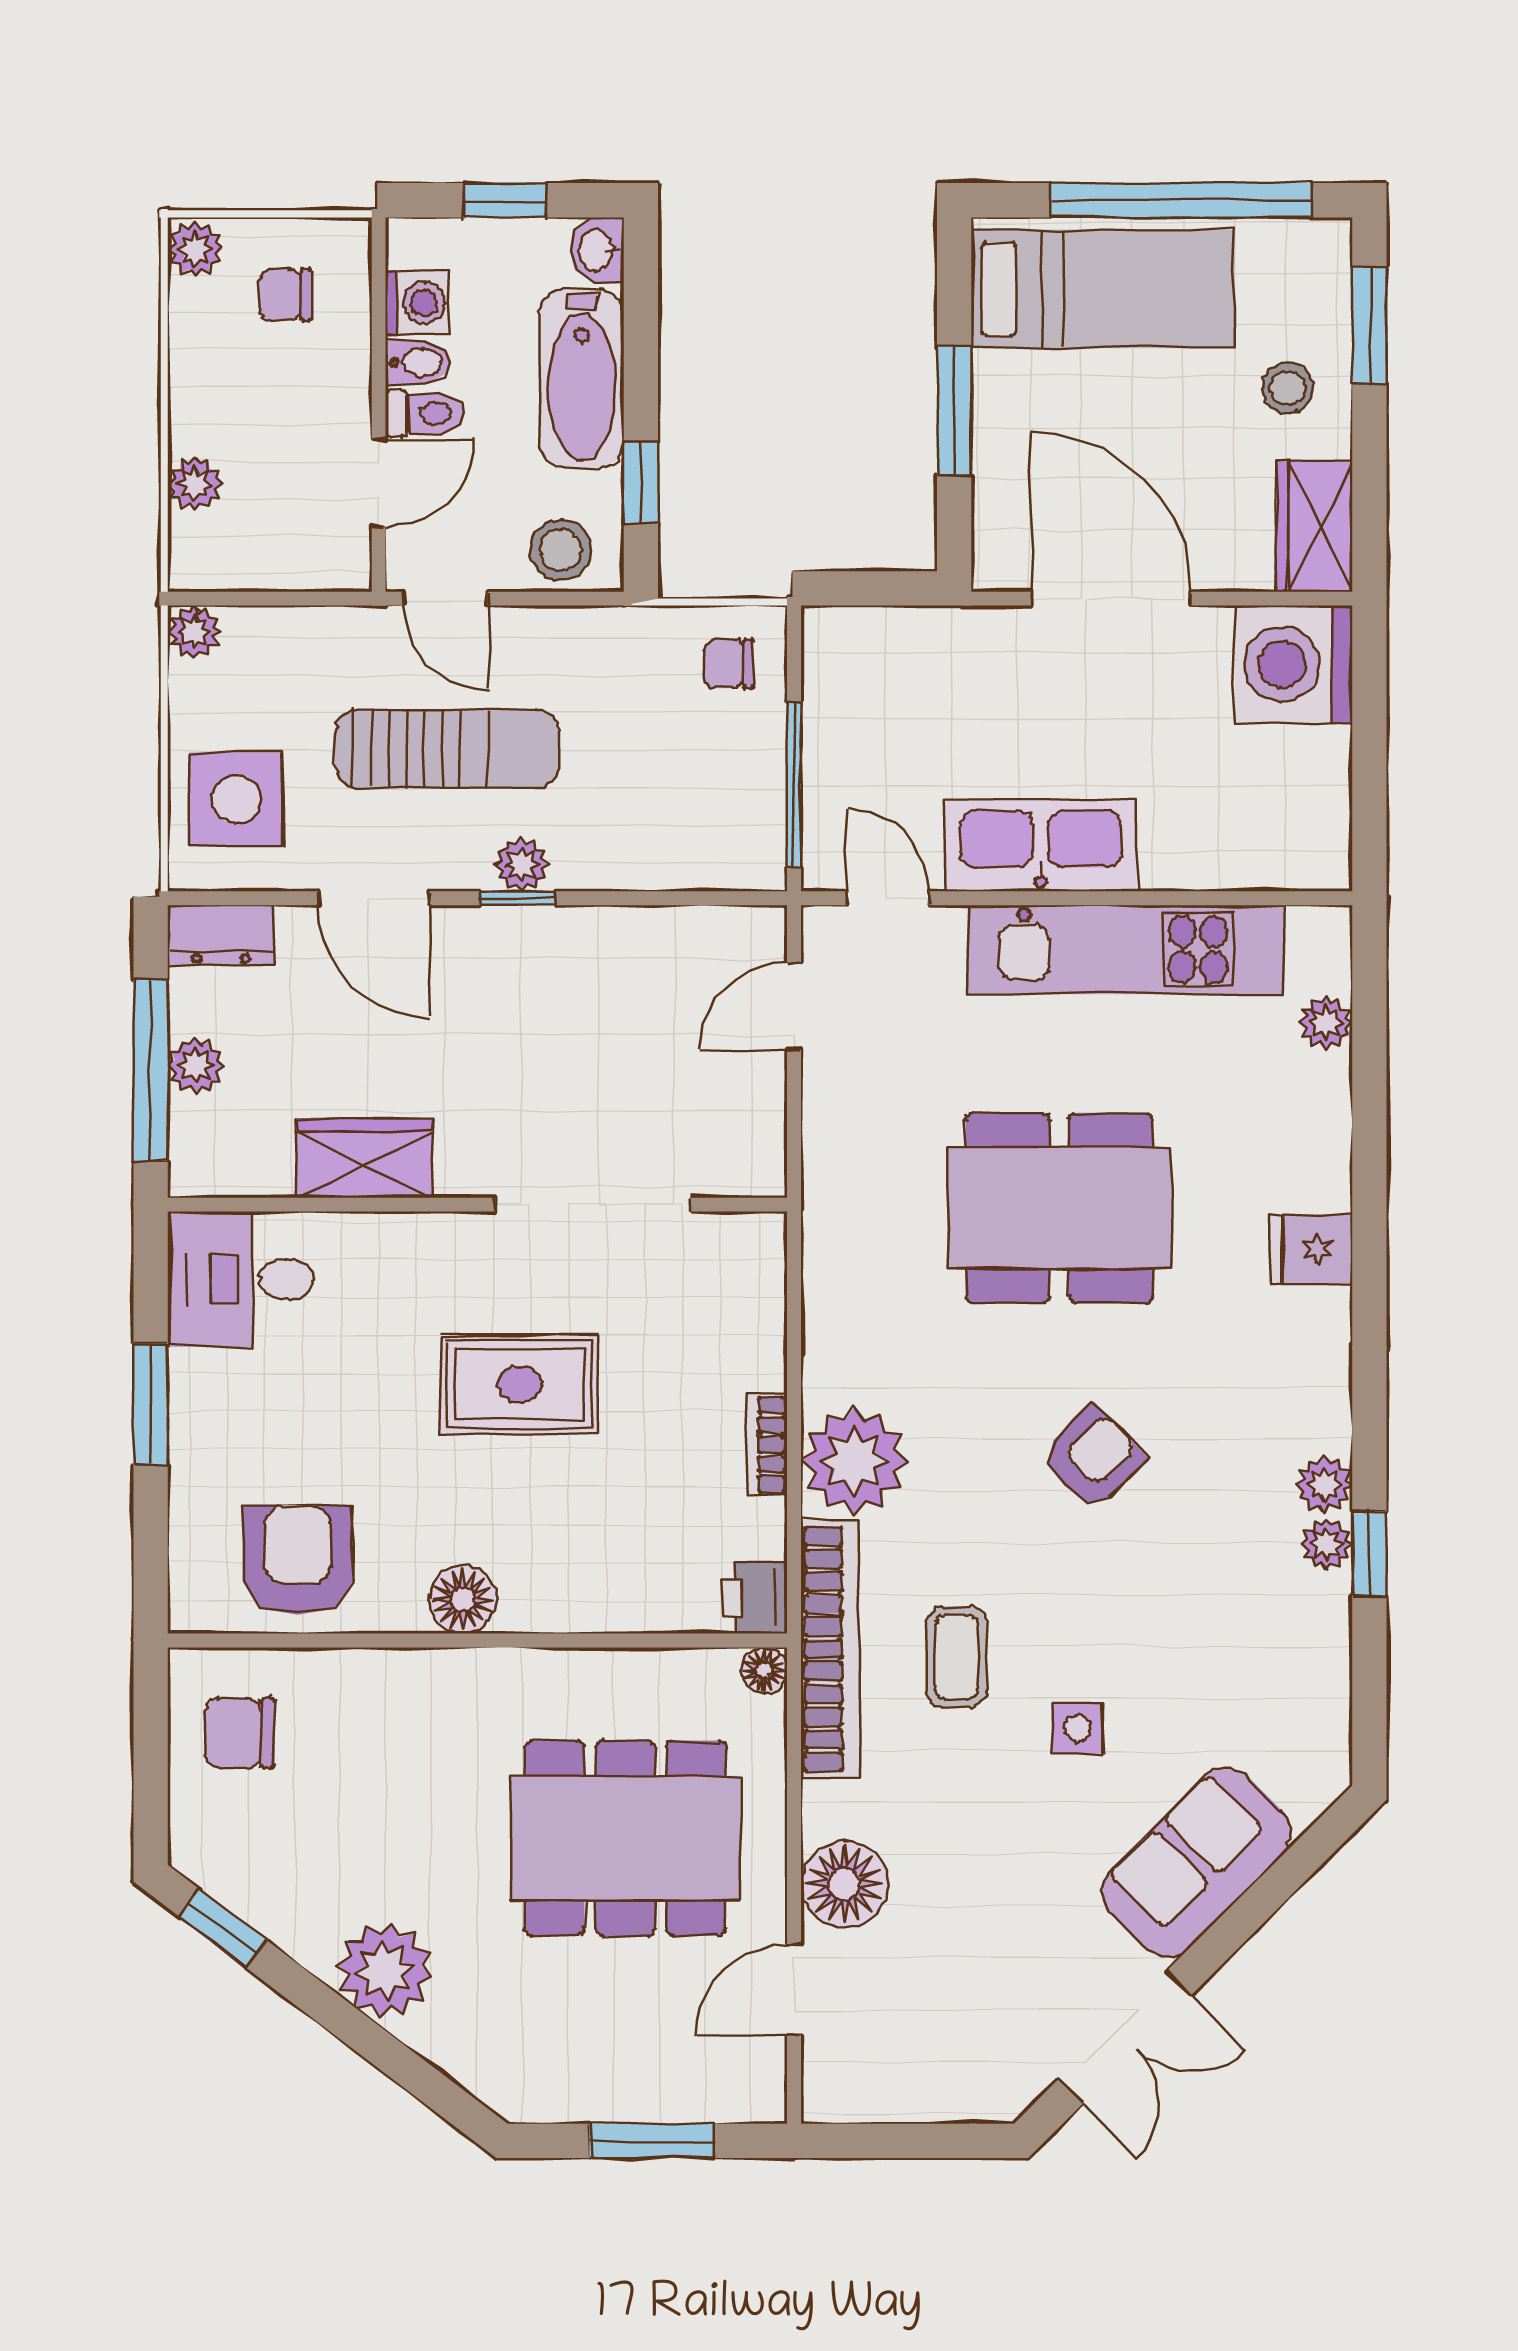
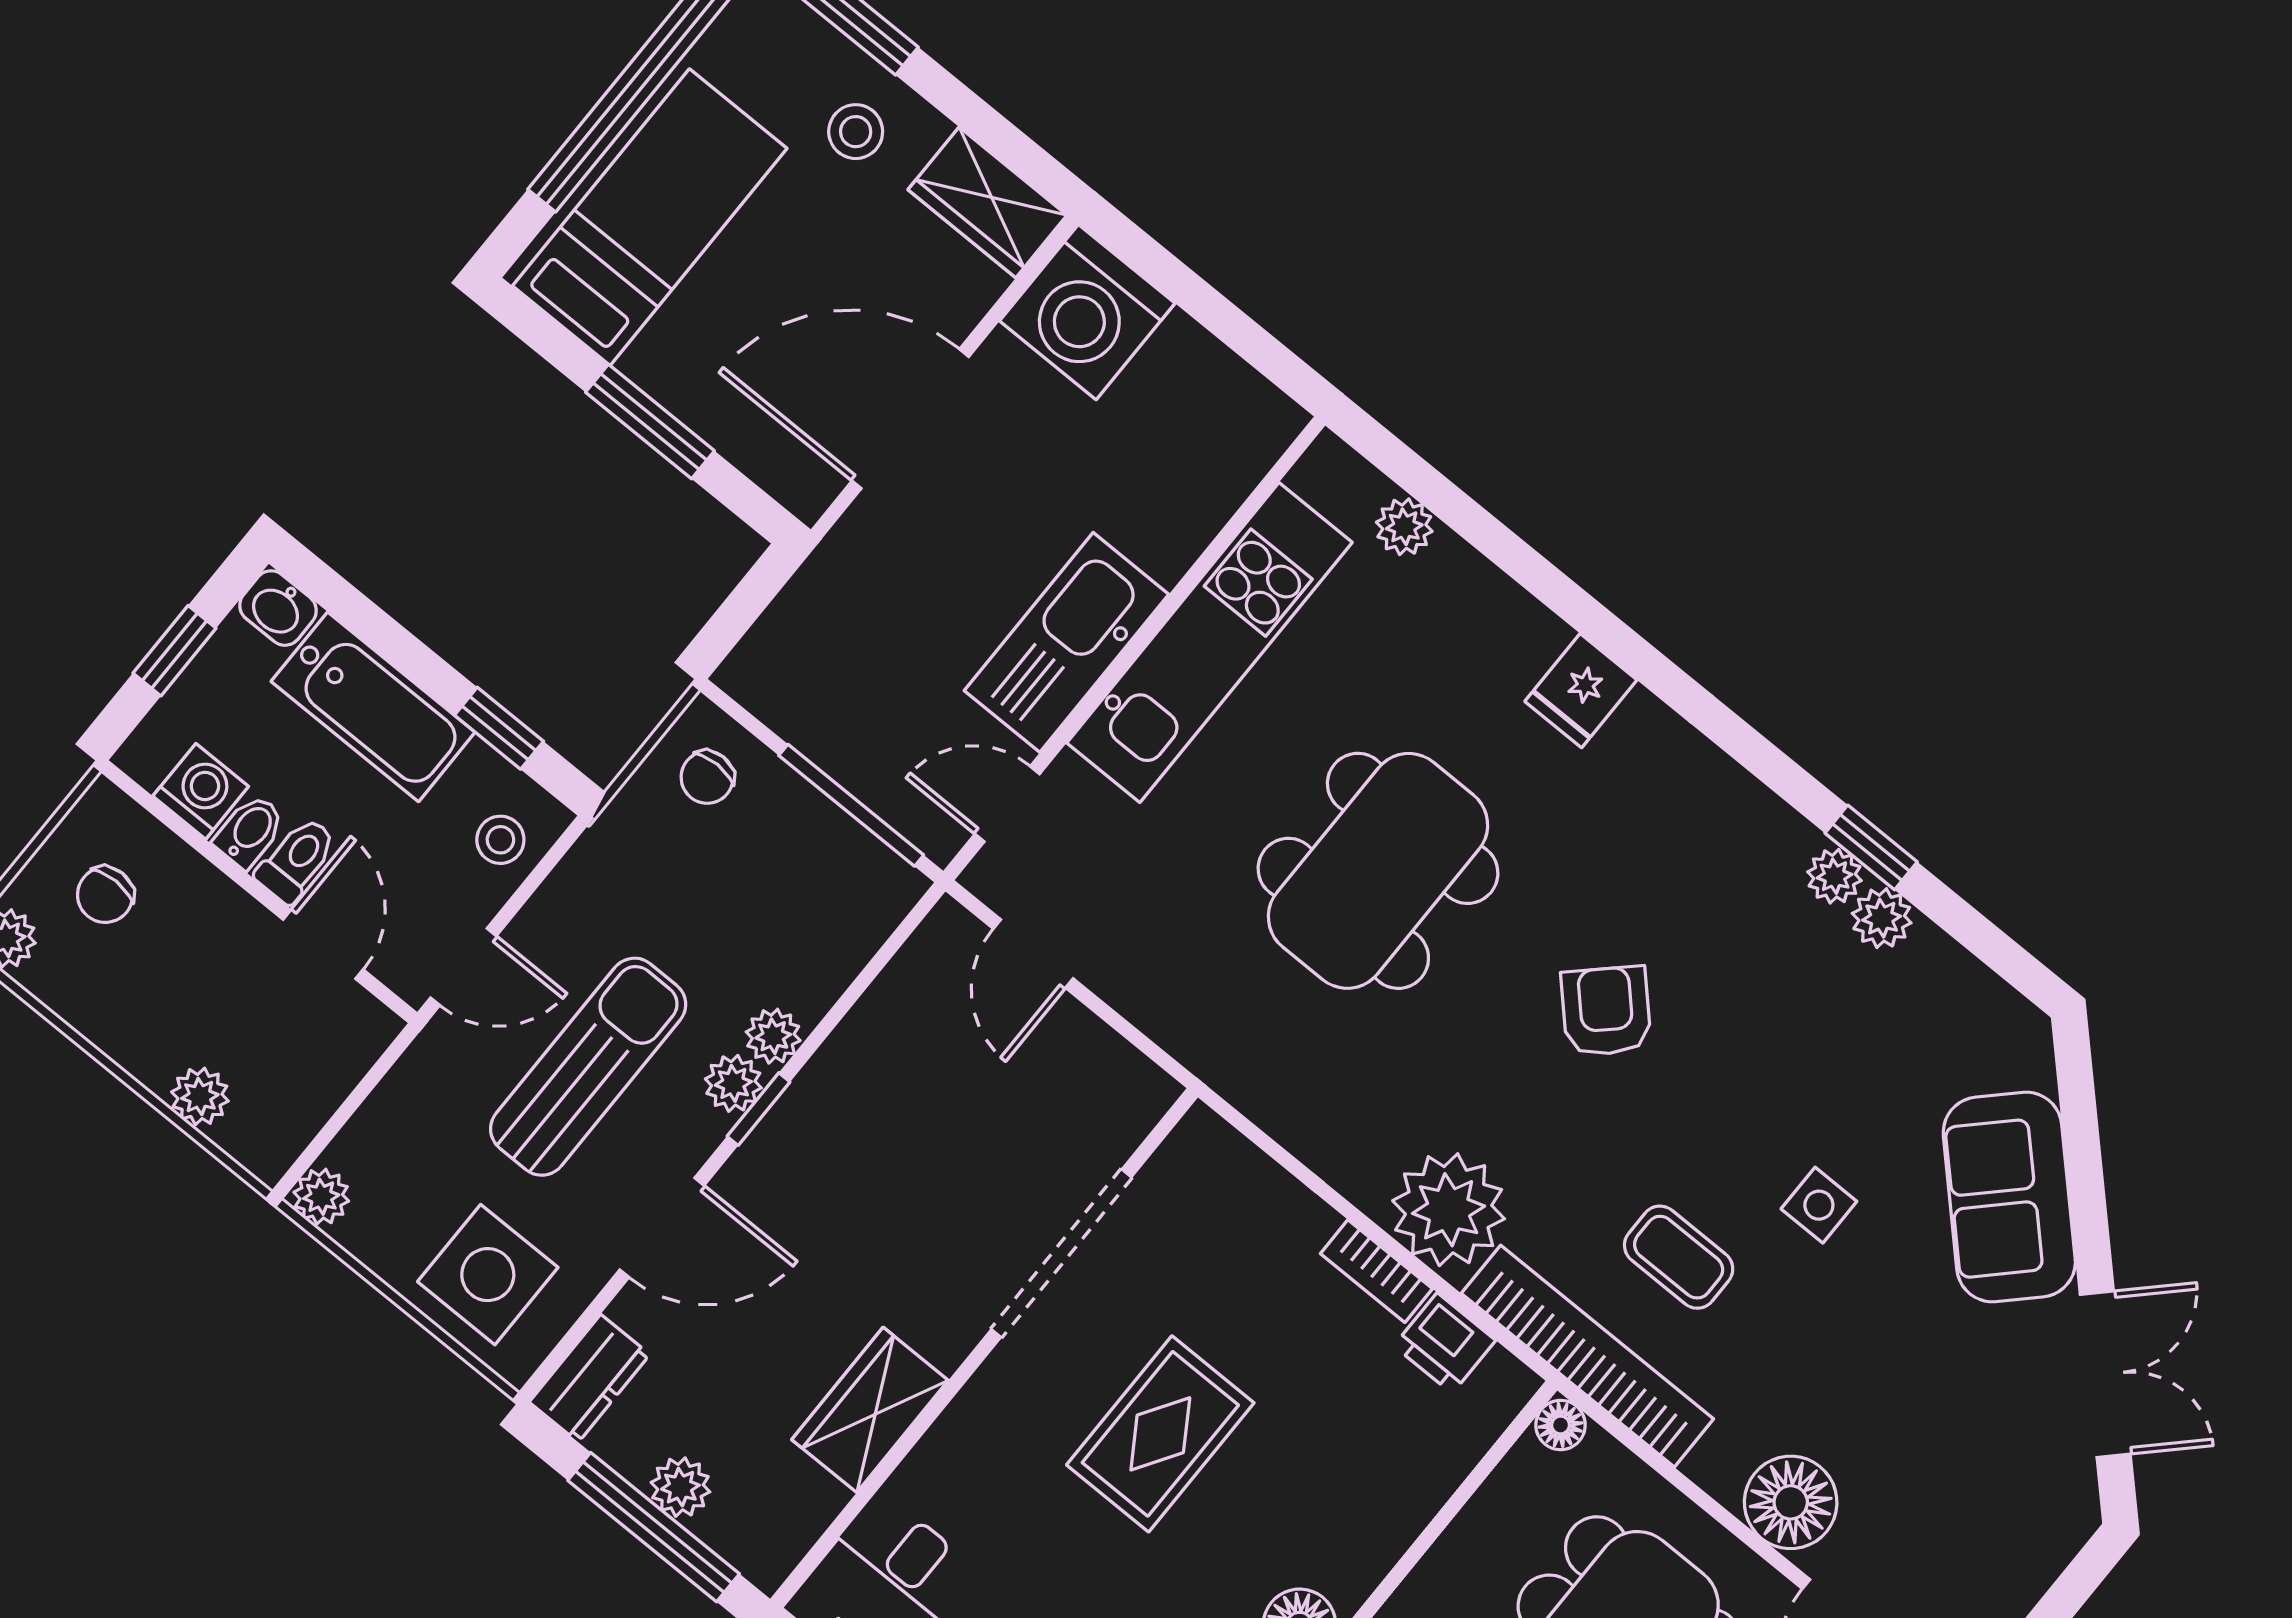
stool: (560, 550) -> (500, 840), width x0.73, depth x0.73
plant: (579, 866) -> (773, 1036), added
plant: (1324, 1485) -> (1882, 918), moved
printer: (755, 1598) -> (1445, 1343), moved

